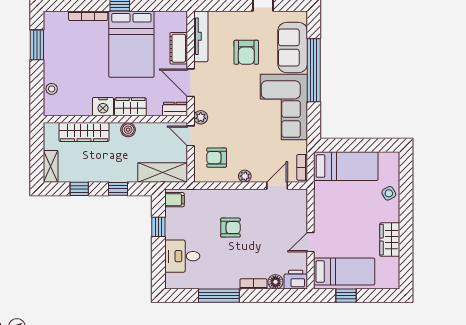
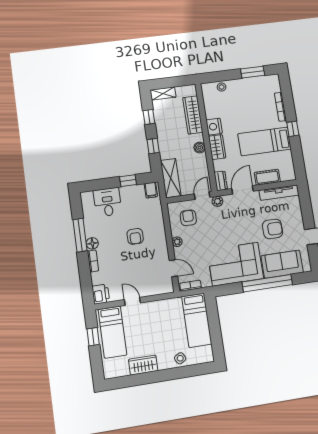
bed: (131, 44) -> (265, 141), width x0.67
armchair: (246, 52) -> (273, 229), turned 180
floor lamp: (275, 282) -> (92, 243), moved

